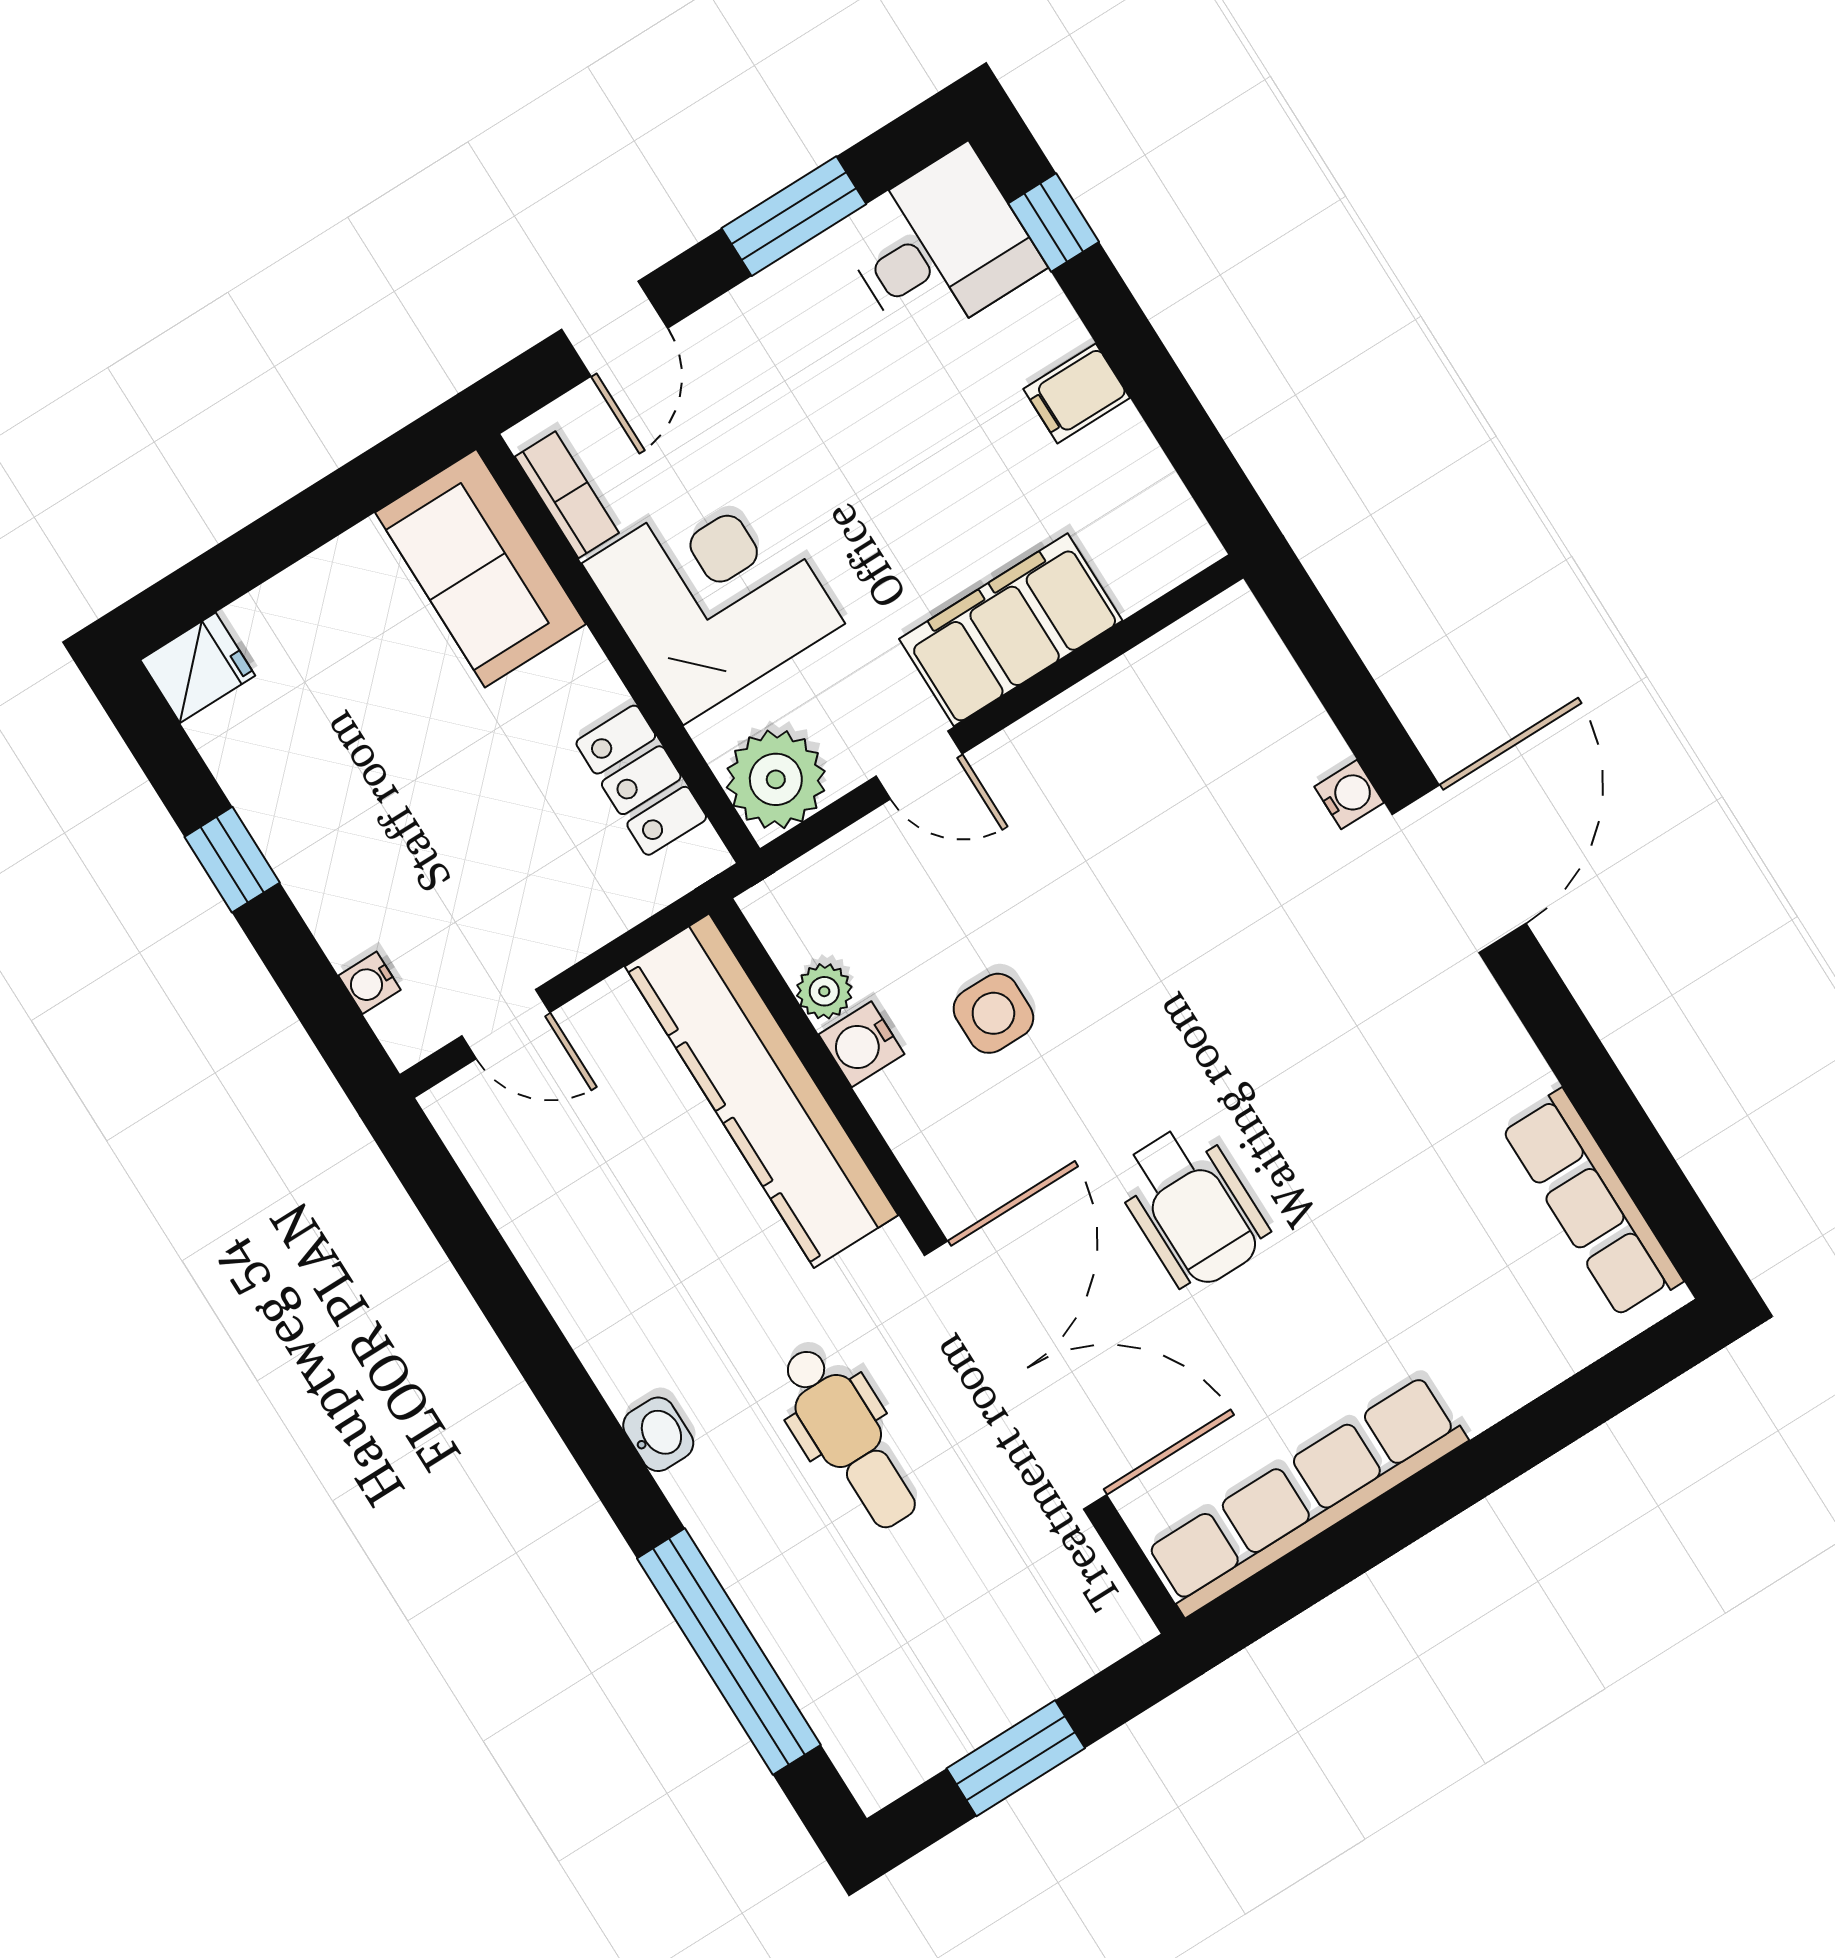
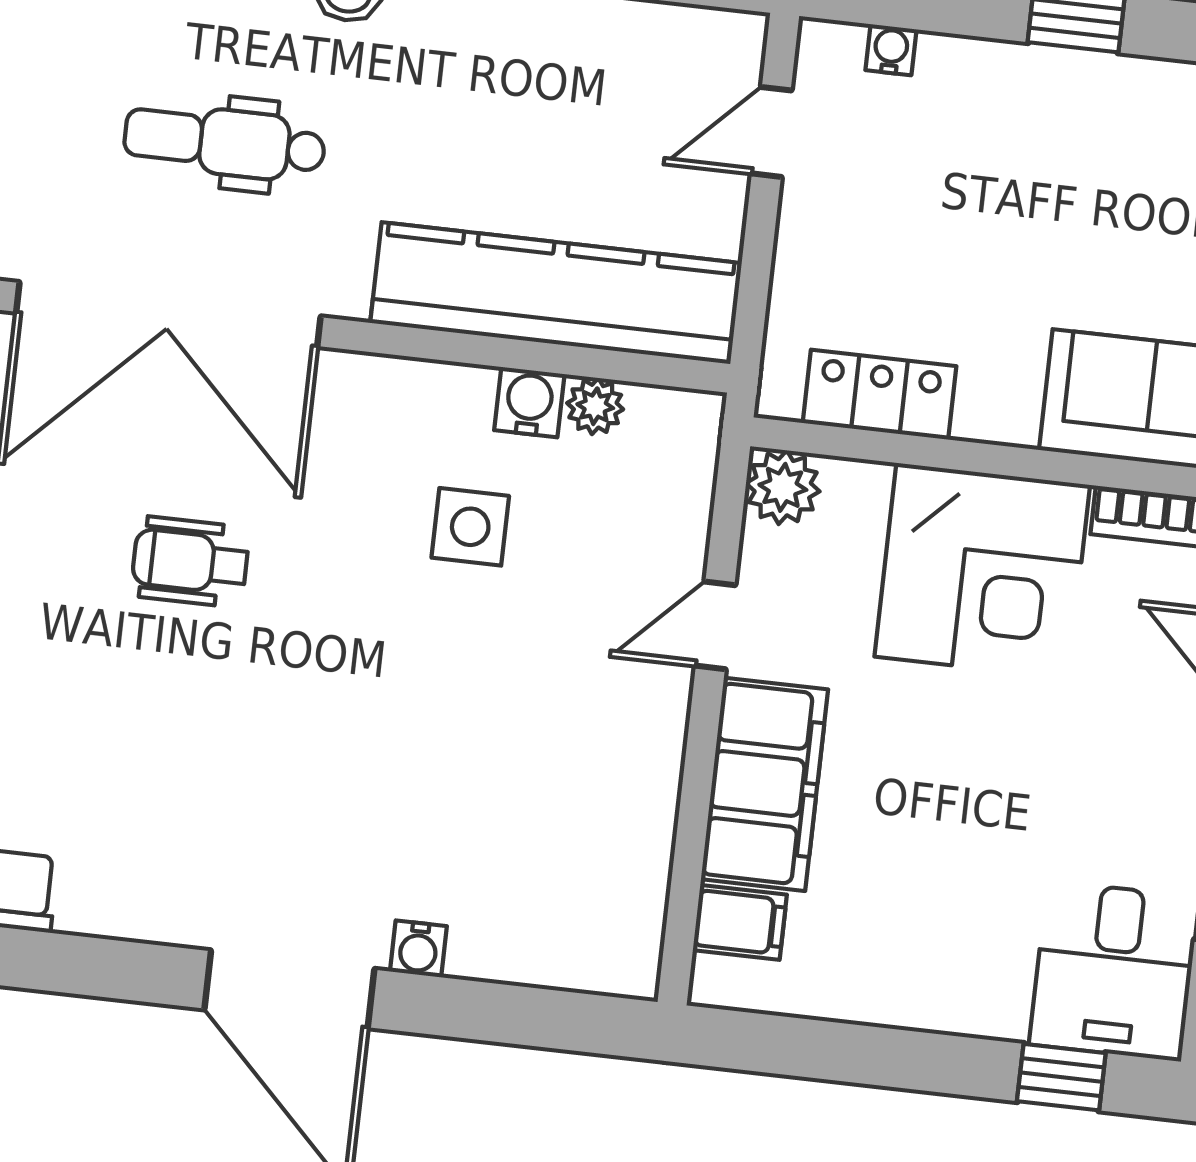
filing cabinet: (1077, 393) -> (740, 922), moved, turned 90
plant: (776, 779) -> (783, 487), width x0.73, depth x0.73
wheelchair: (1192, 1207) -> (190, 562), width x0.73, depth x0.73

